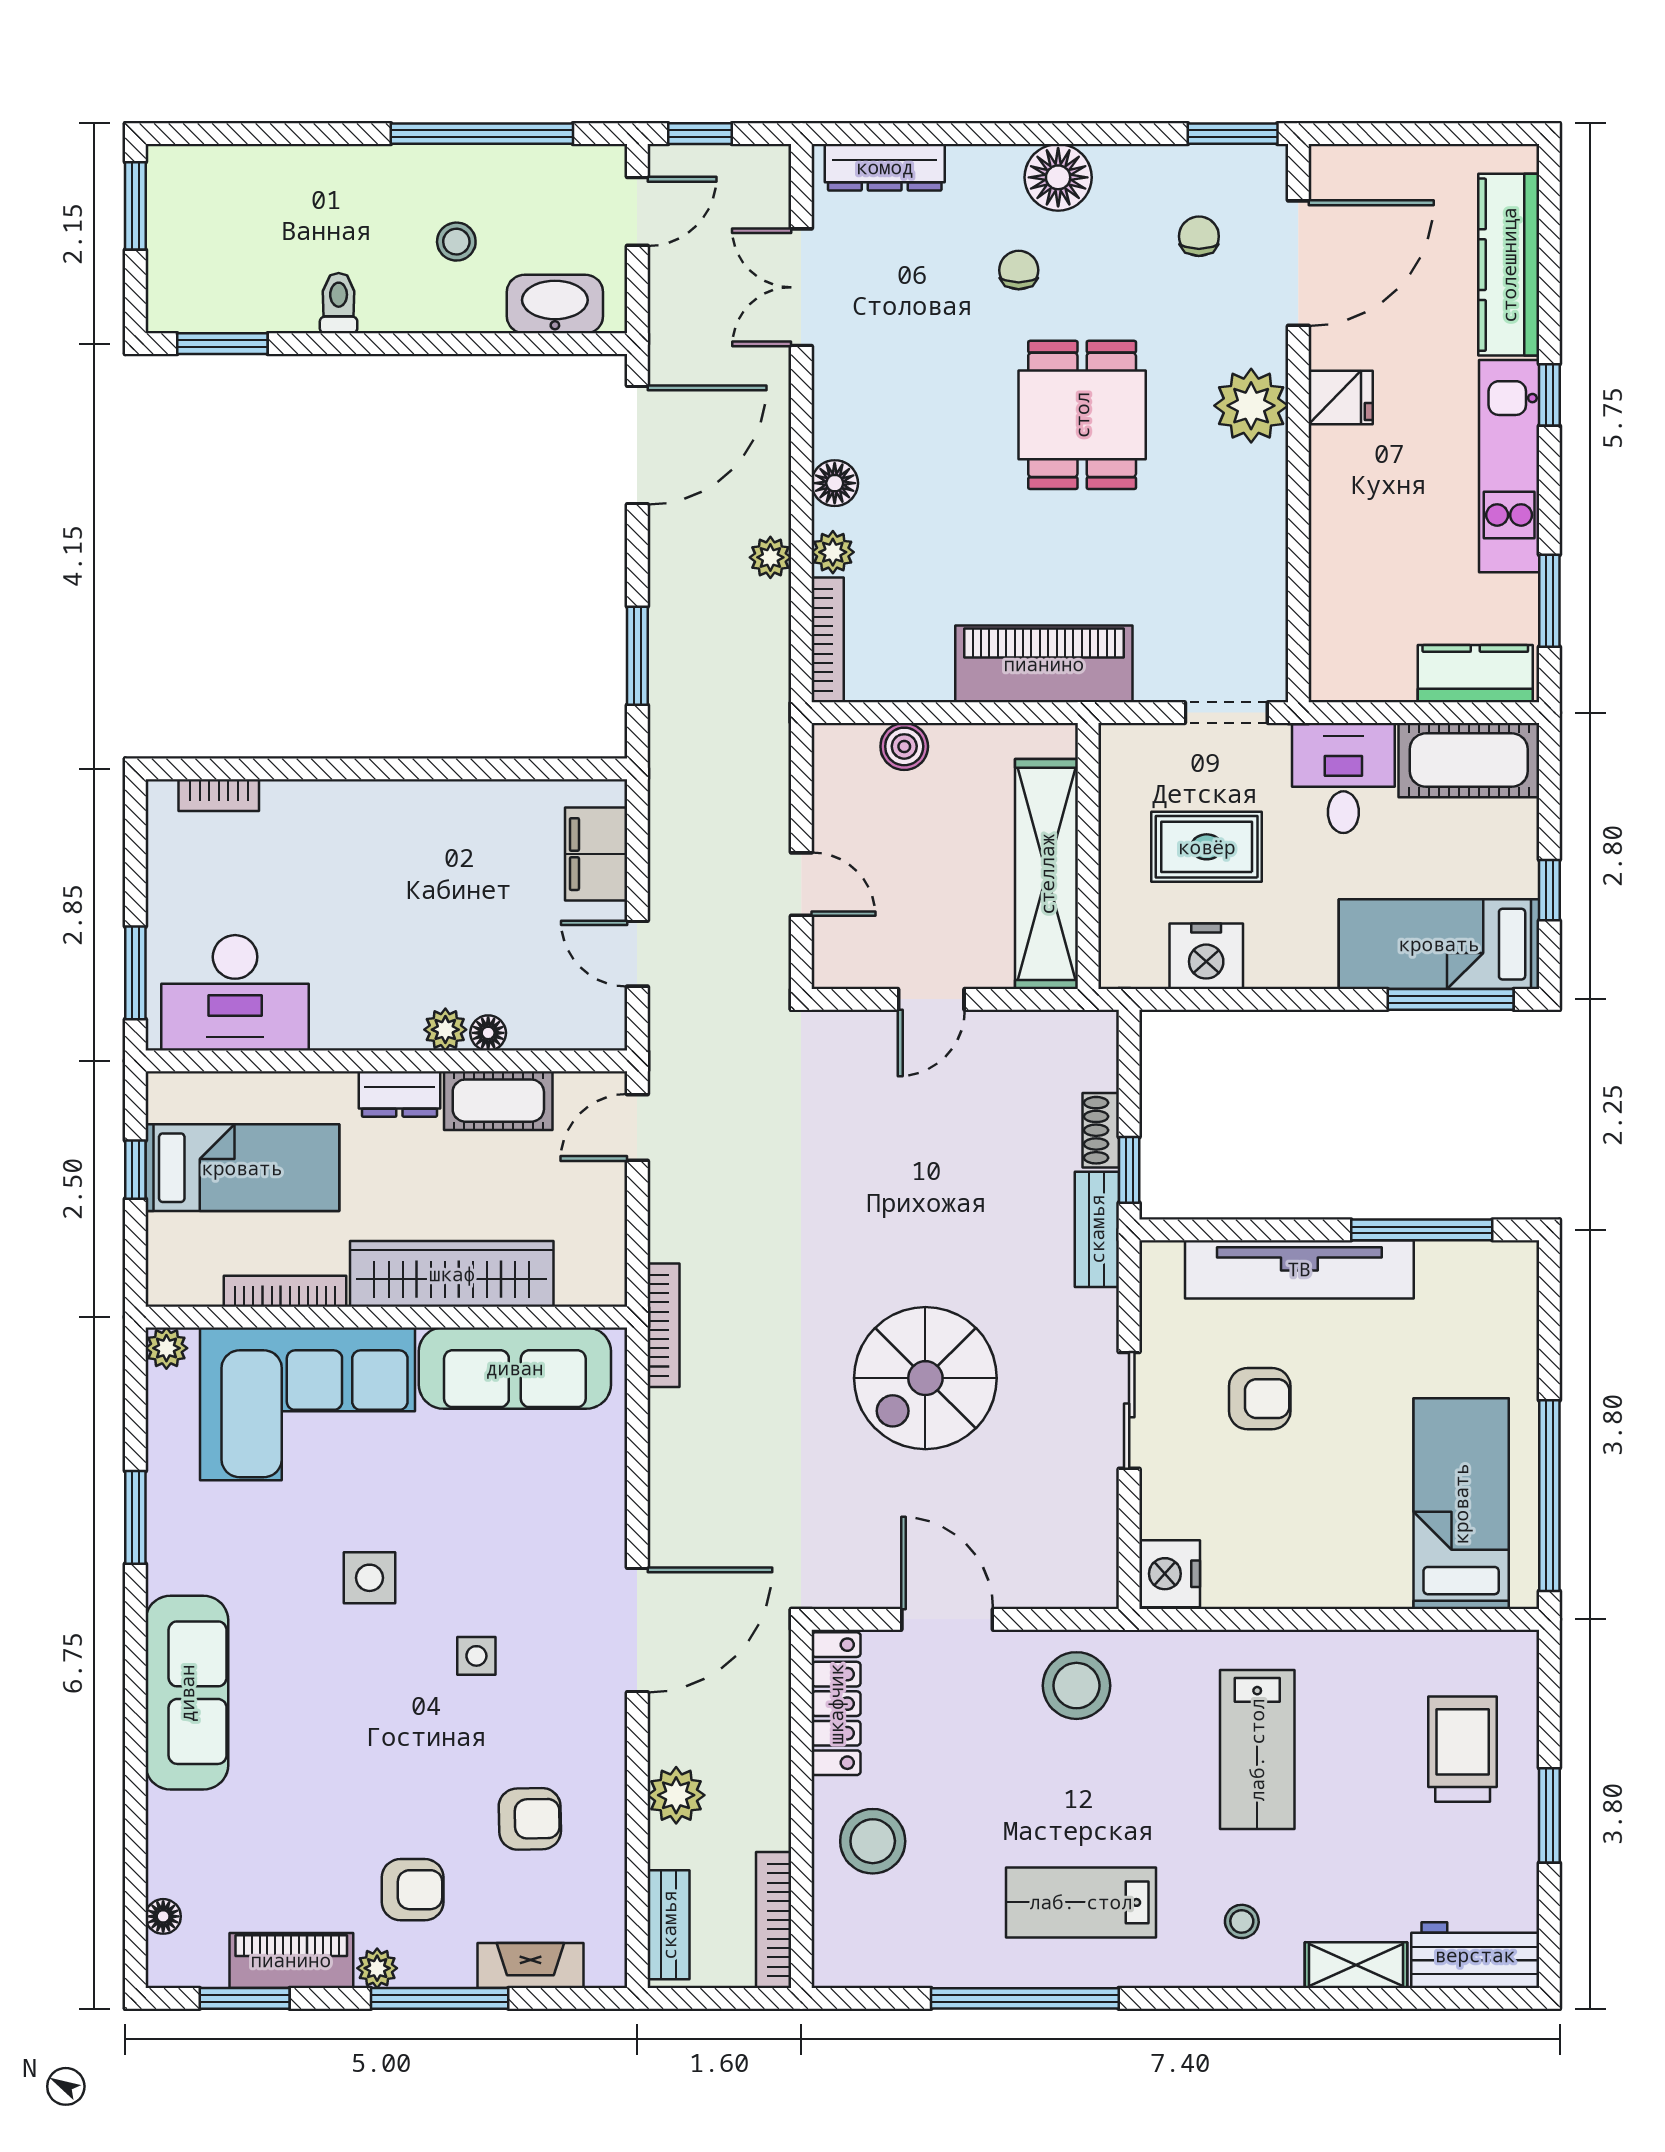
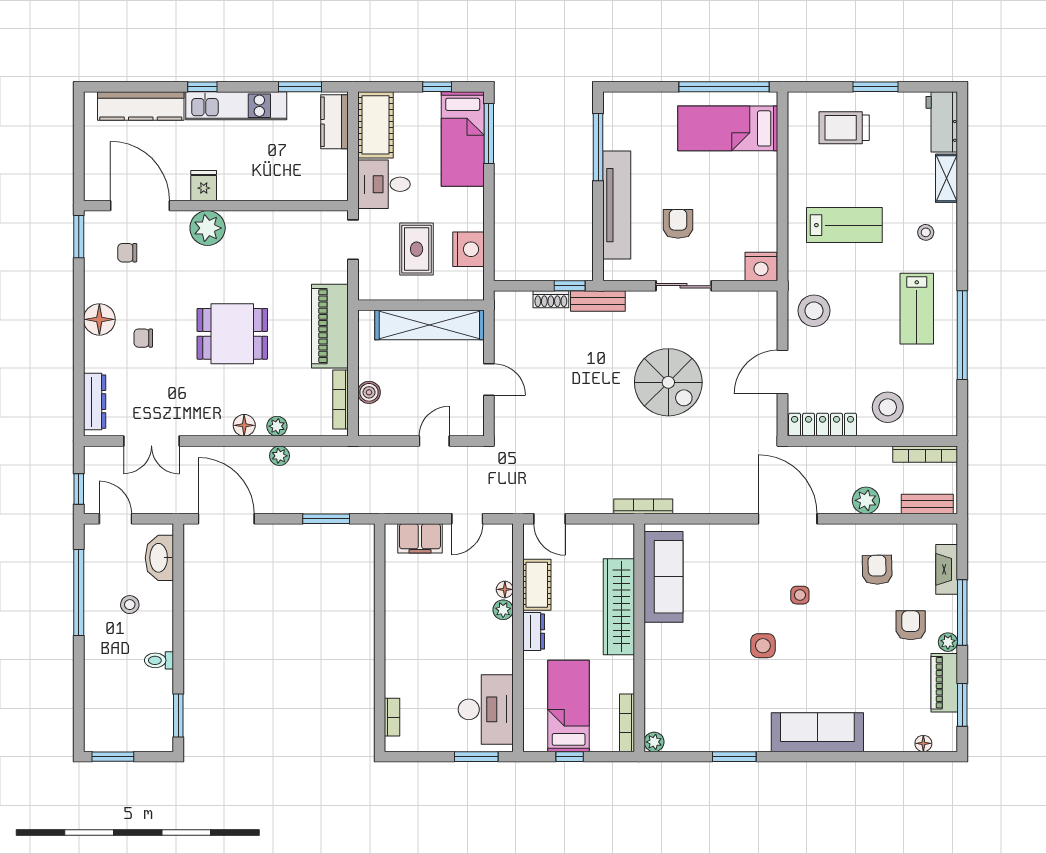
dining table: (1082, 415) -> (232, 334), moved
bookcase: (828, 640) -> (341, 400), moved, turned -90
bookcase: (285, 1291) -> (627, 723), moved
corner sofa: (307, 1404) -> (680, 675), removed

